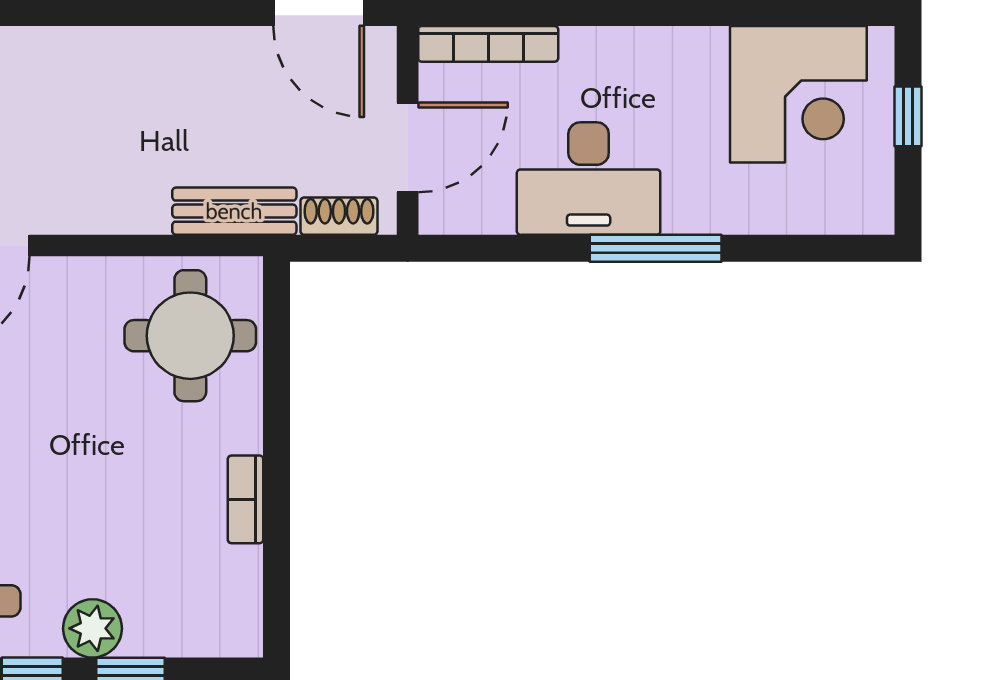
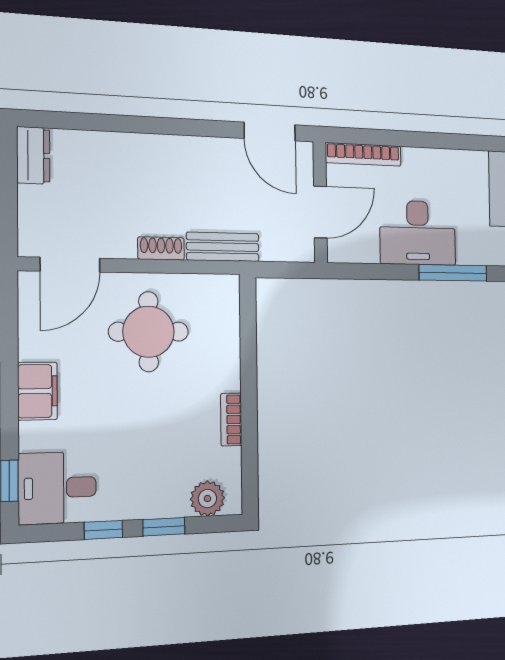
shoe rack: (339, 216) -> (161, 248), moved
round table: (190, 336) -> (149, 332), moved
plant: (92, 628) -> (207, 499), moved

